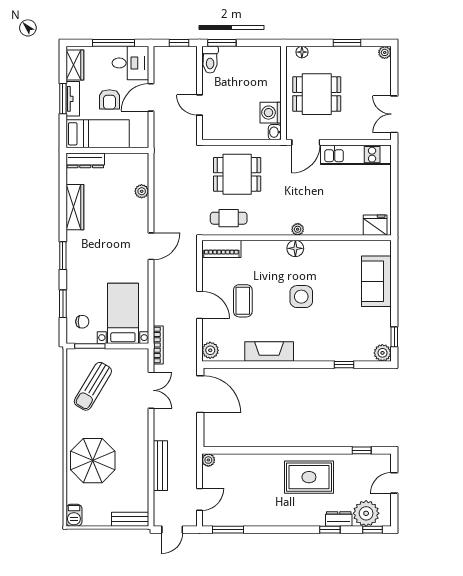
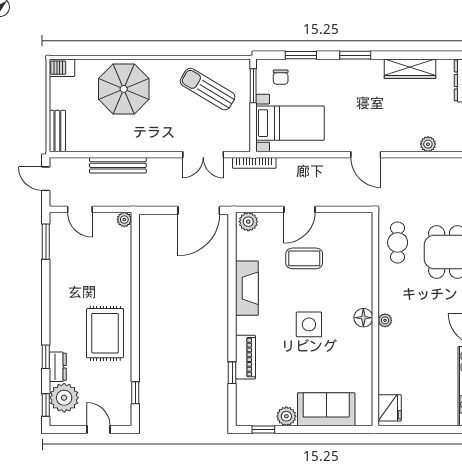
piano: (221, 249) -> (246, 357), moved, turned 180
plant: (382, 353) -> (286, 416), moved

